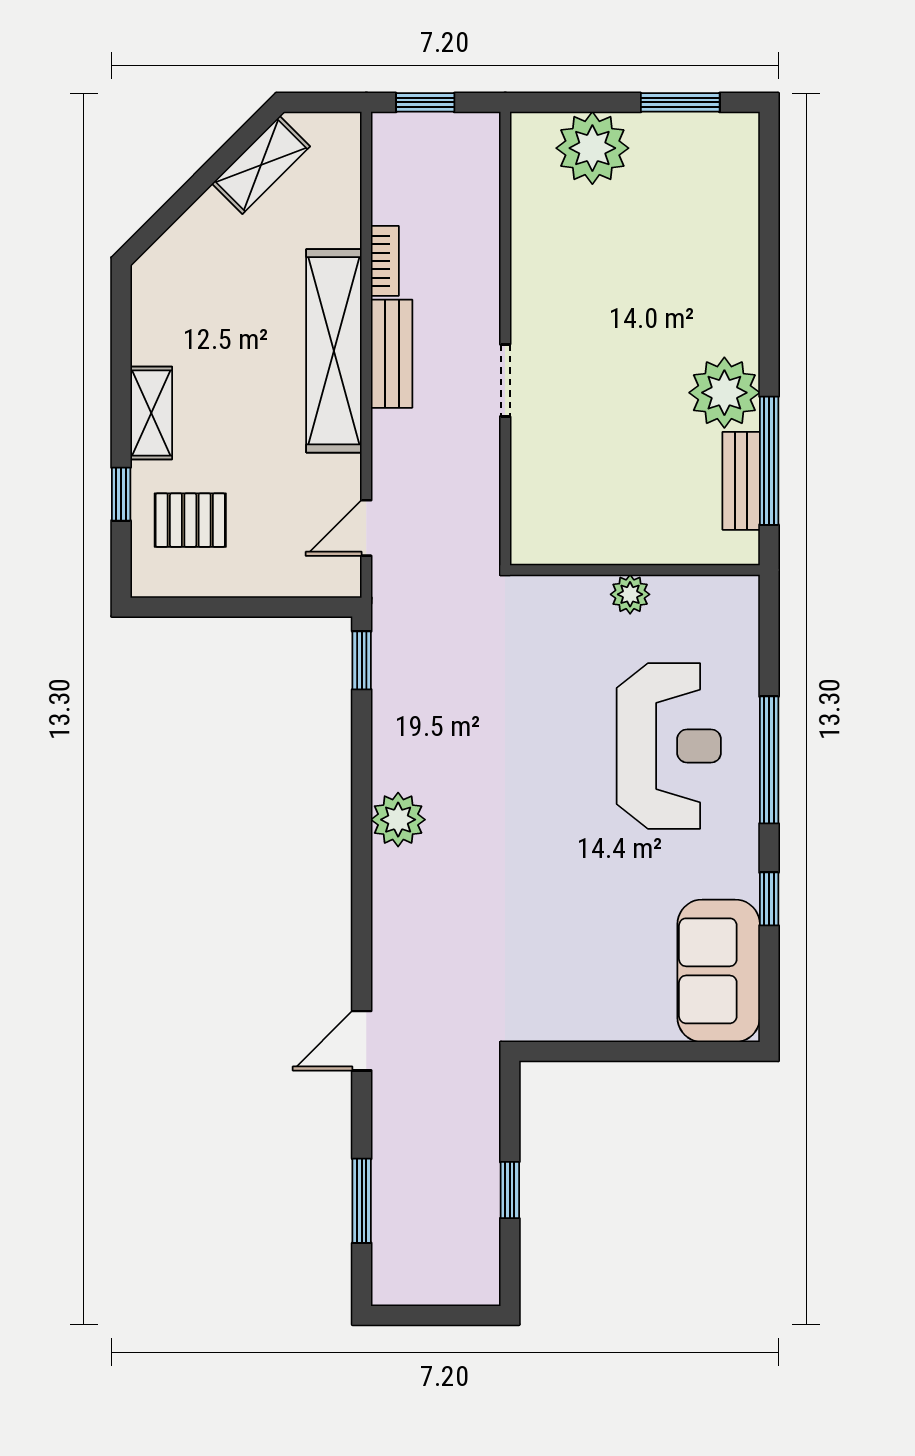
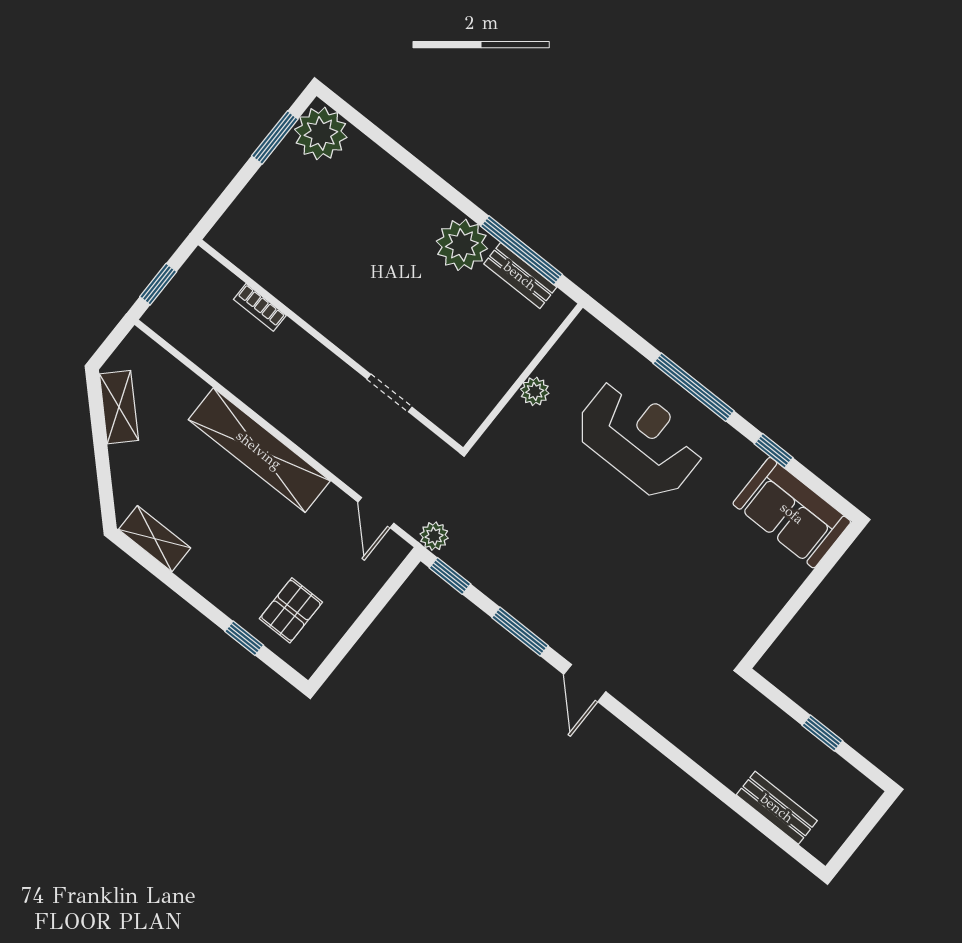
plant: (592, 148) -> (321, 133), moved
bookcase: (385, 261) -> (260, 307), moved, turned 180
bench: (392, 354) -> (777, 808), moved
doorway: (505, 380) -> (389, 393), moved
shelving: (151, 413) -> (155, 539), moved
plant: (398, 820) -> (434, 536), moved, width x0.73, depth x0.73
door: (362, 1041) -> (585, 683), moved
window: (362, 1201) -> (520, 632), moved

